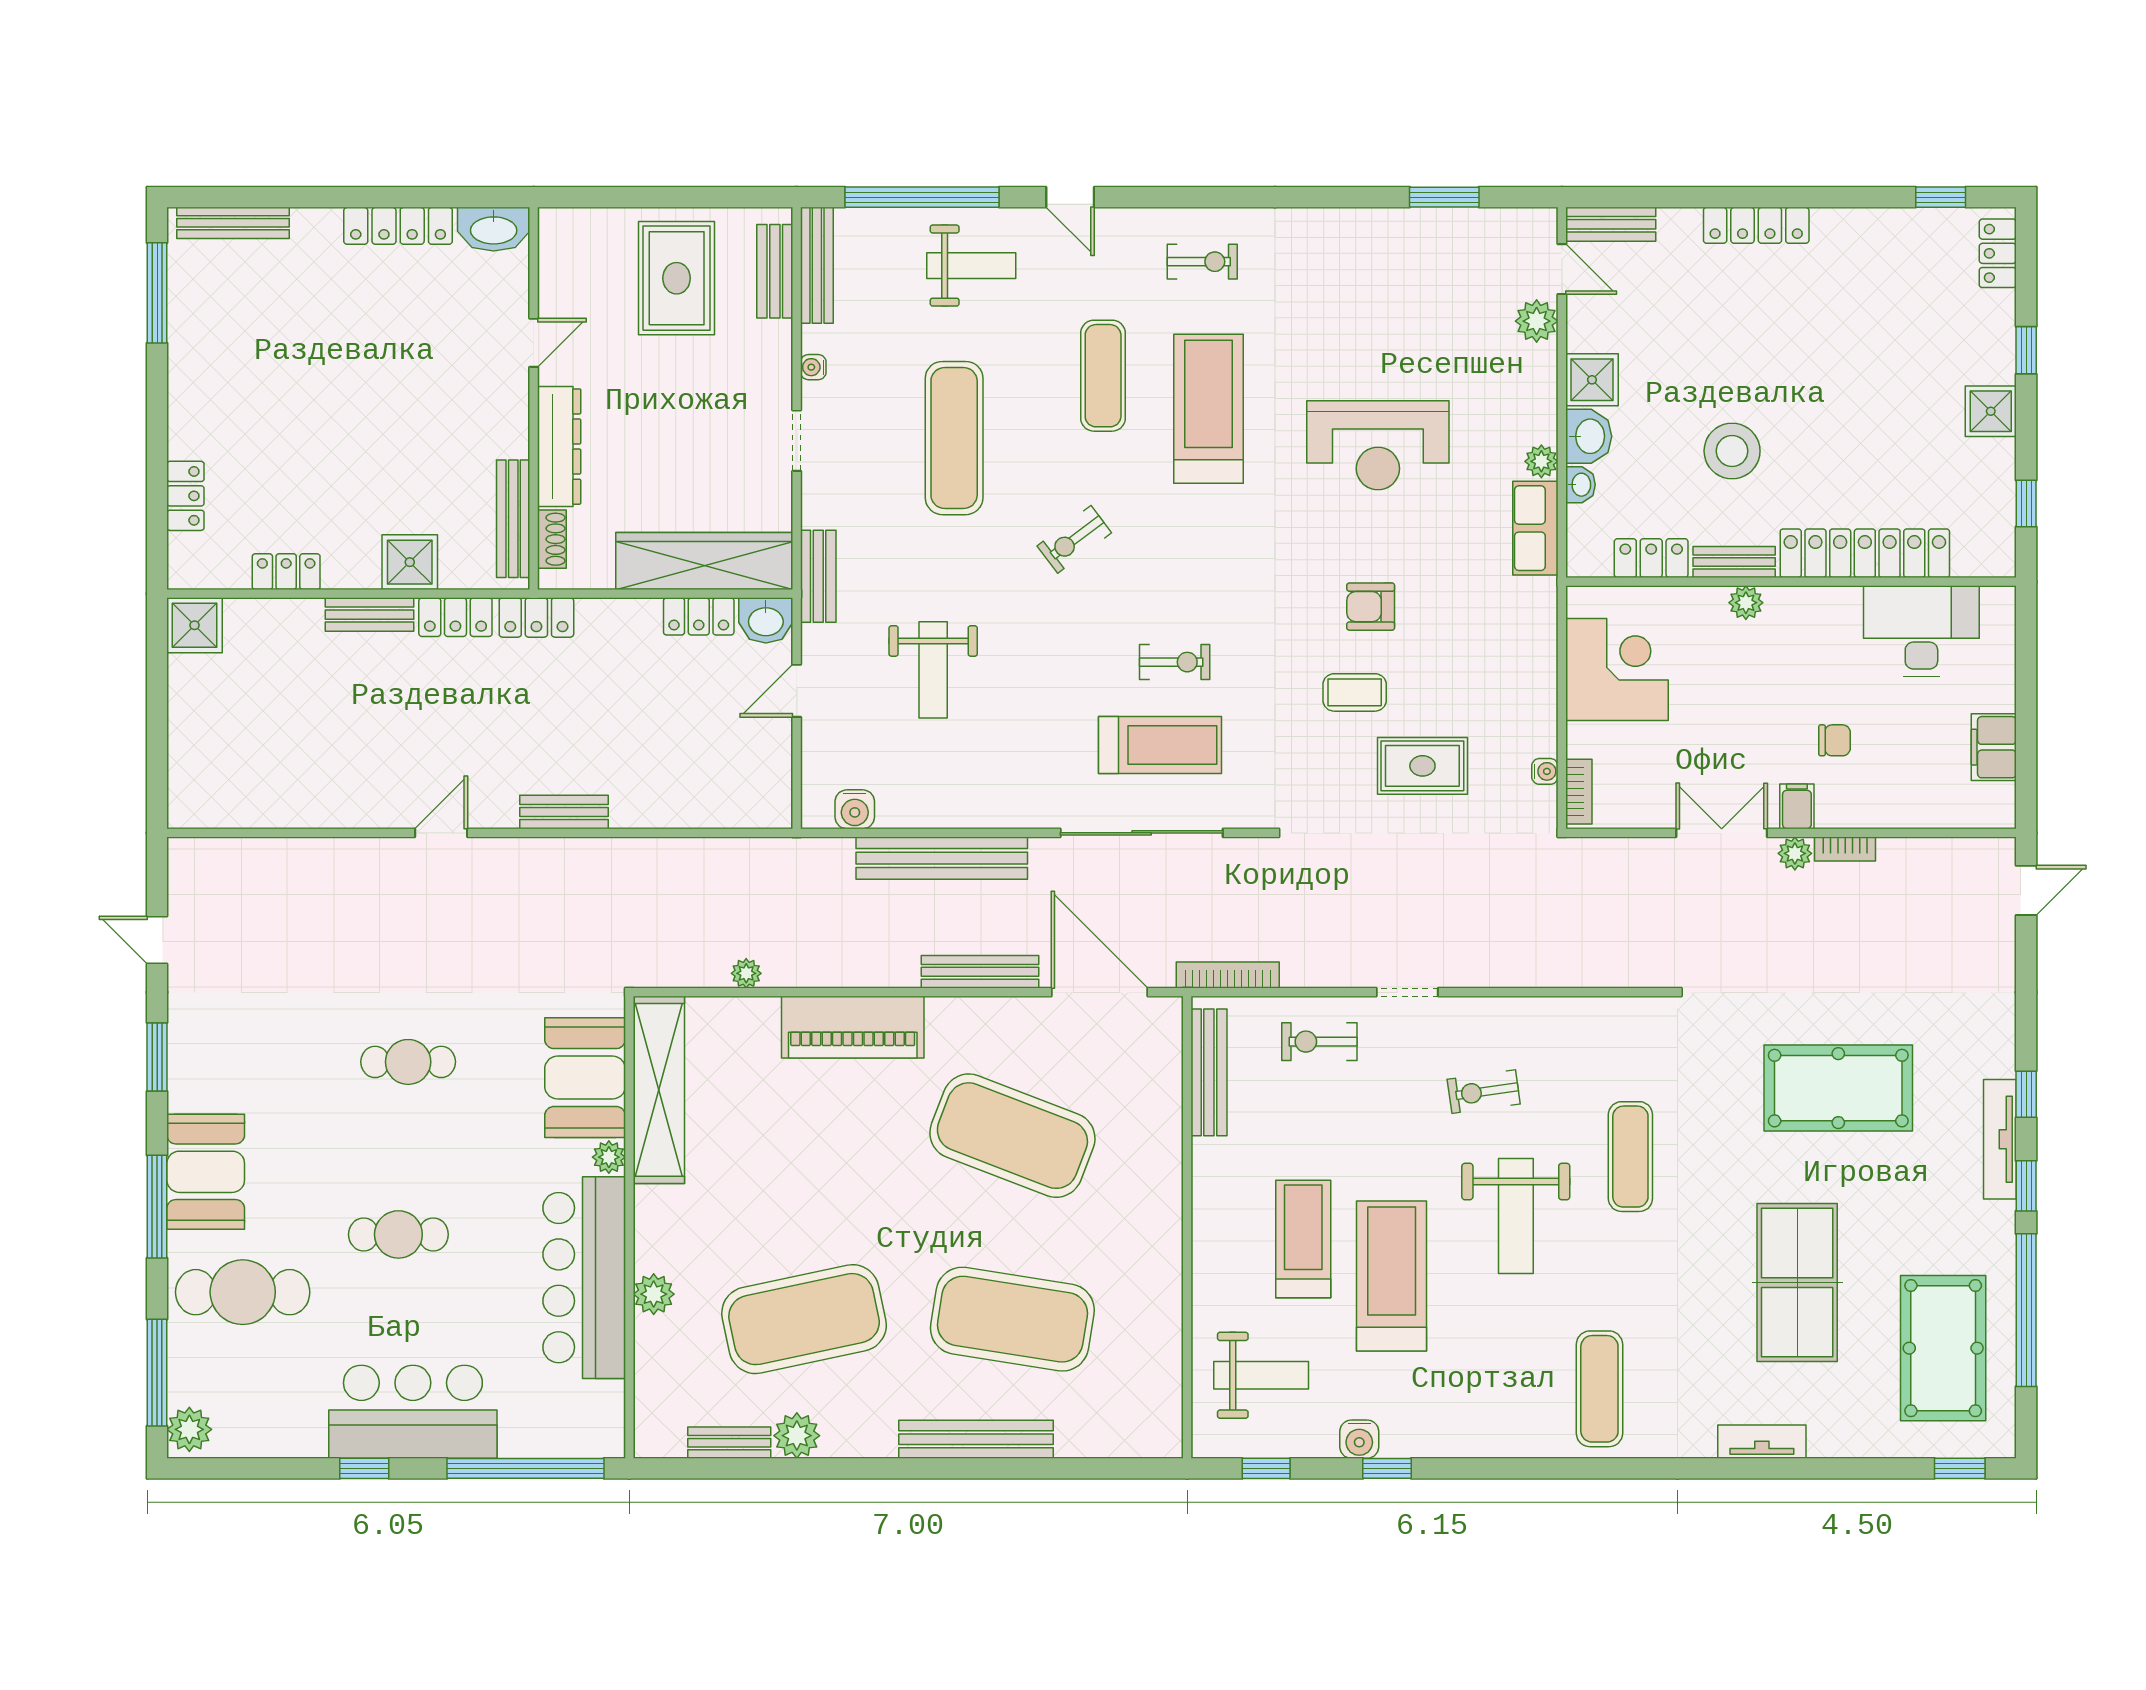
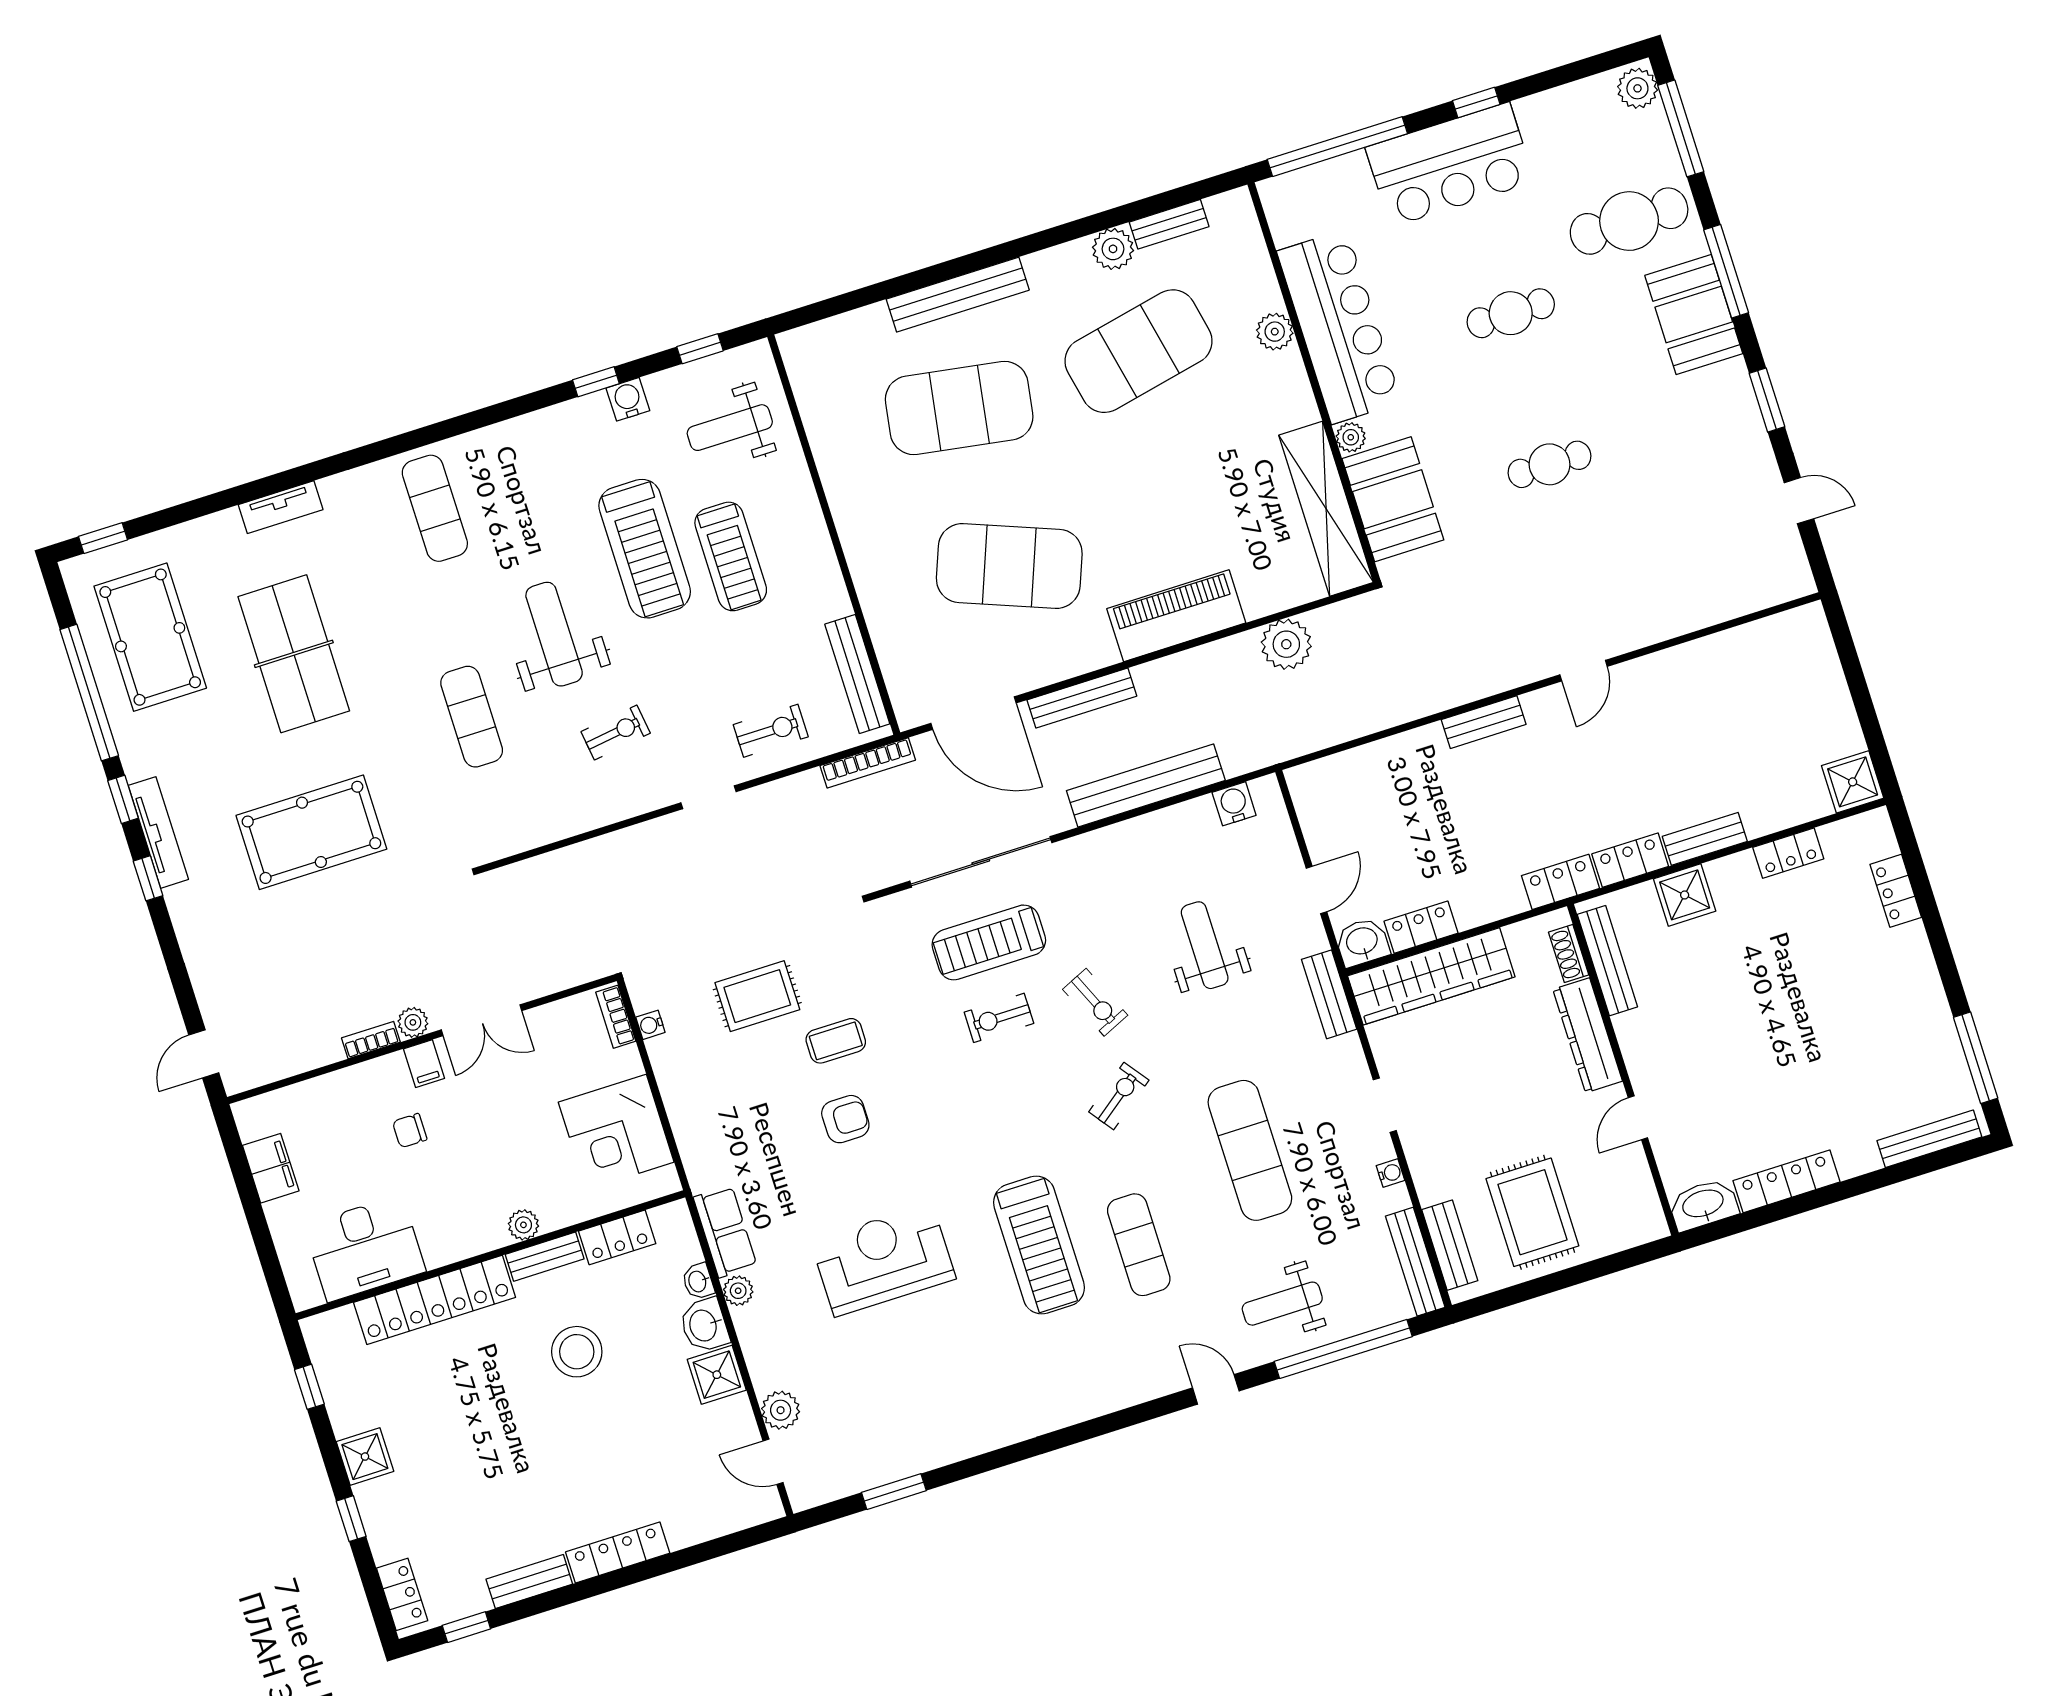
bench: (1611, 224) -> (529, 1582), moved
exercise bike: (1202, 262) -> (1095, 1002), moved, turned -114
plant: (746, 973) -> (1286, 644), width x1.88, depth x1.88

